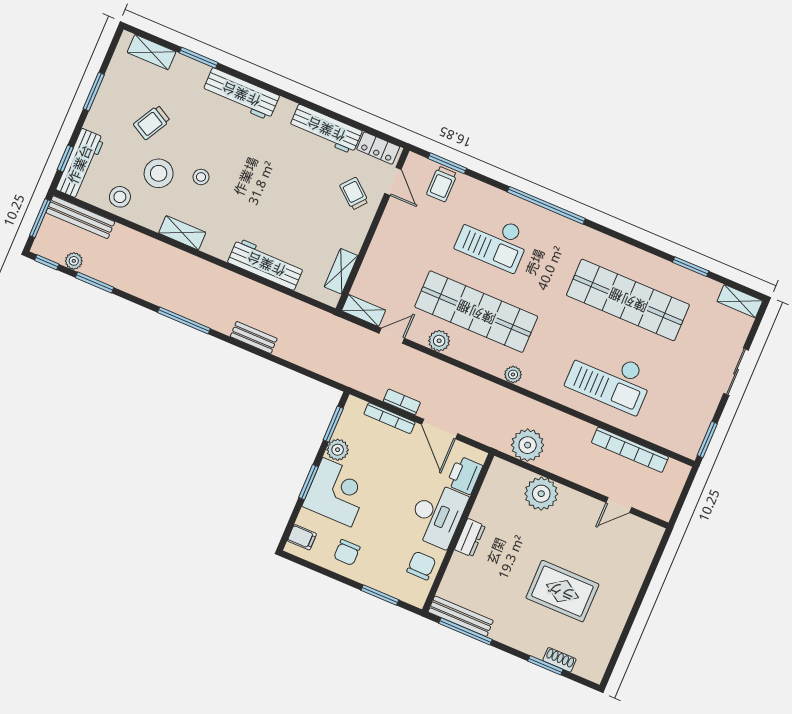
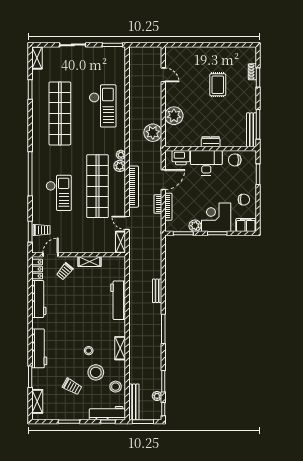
shelving: (341, 271) -> (89, 262), moved
plant: (439, 341) -> (120, 166), moved
bookcase: (630, 450) -> (134, 187), moved
filing cabinet: (302, 537) -> (246, 225), width x2.00
rug: (562, 591) -> (218, 85), width x0.73, depth x0.70

